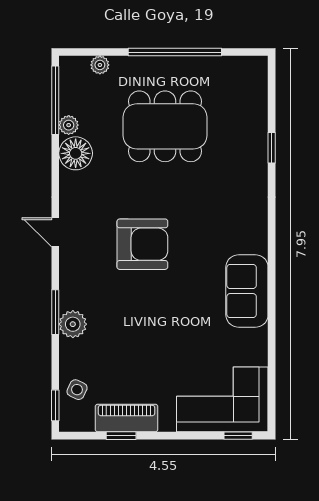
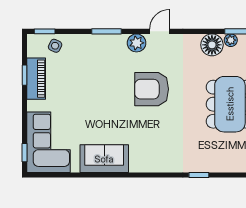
window: (272, 148) -> (199, 175), moved
armchair: (142, 244) -> (152, 89), turned 90
sofa: (247, 291) -> (104, 159), moved
plant: (73, 324) -> (137, 43), moved

